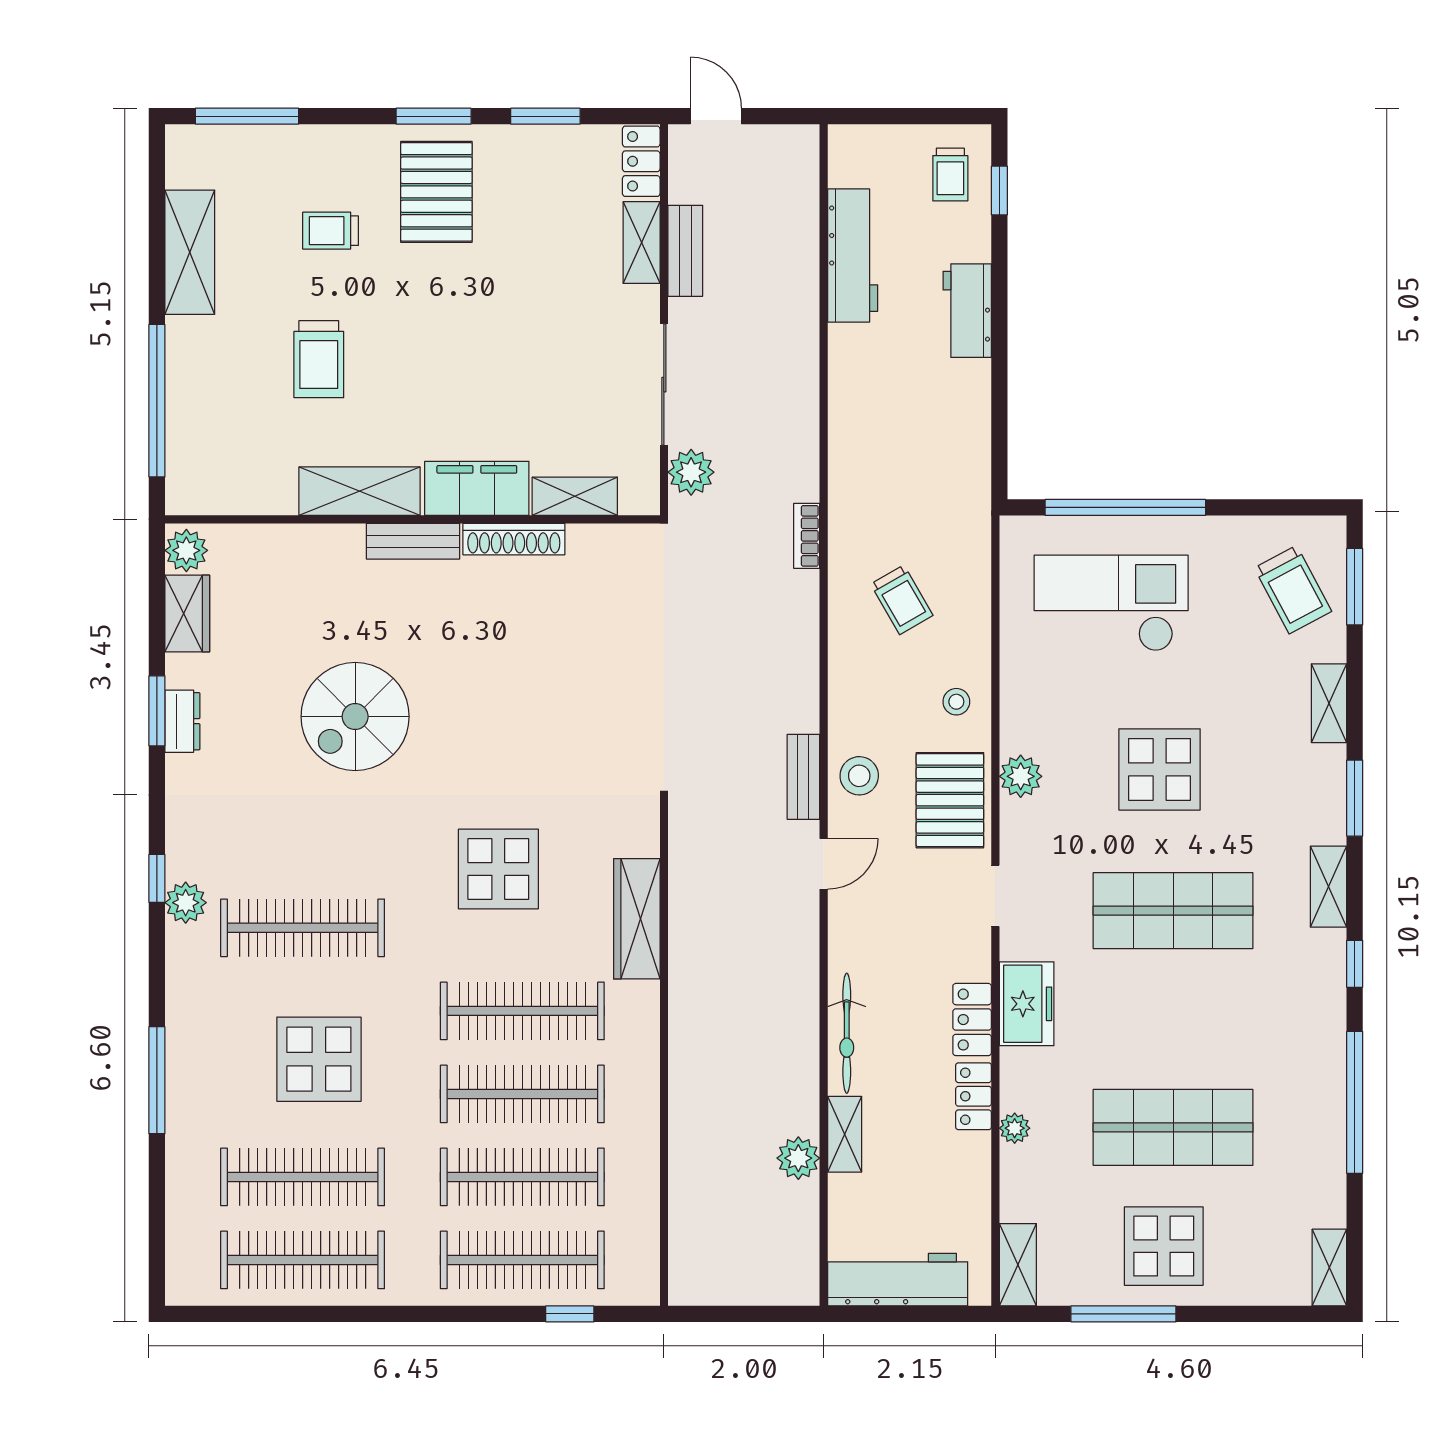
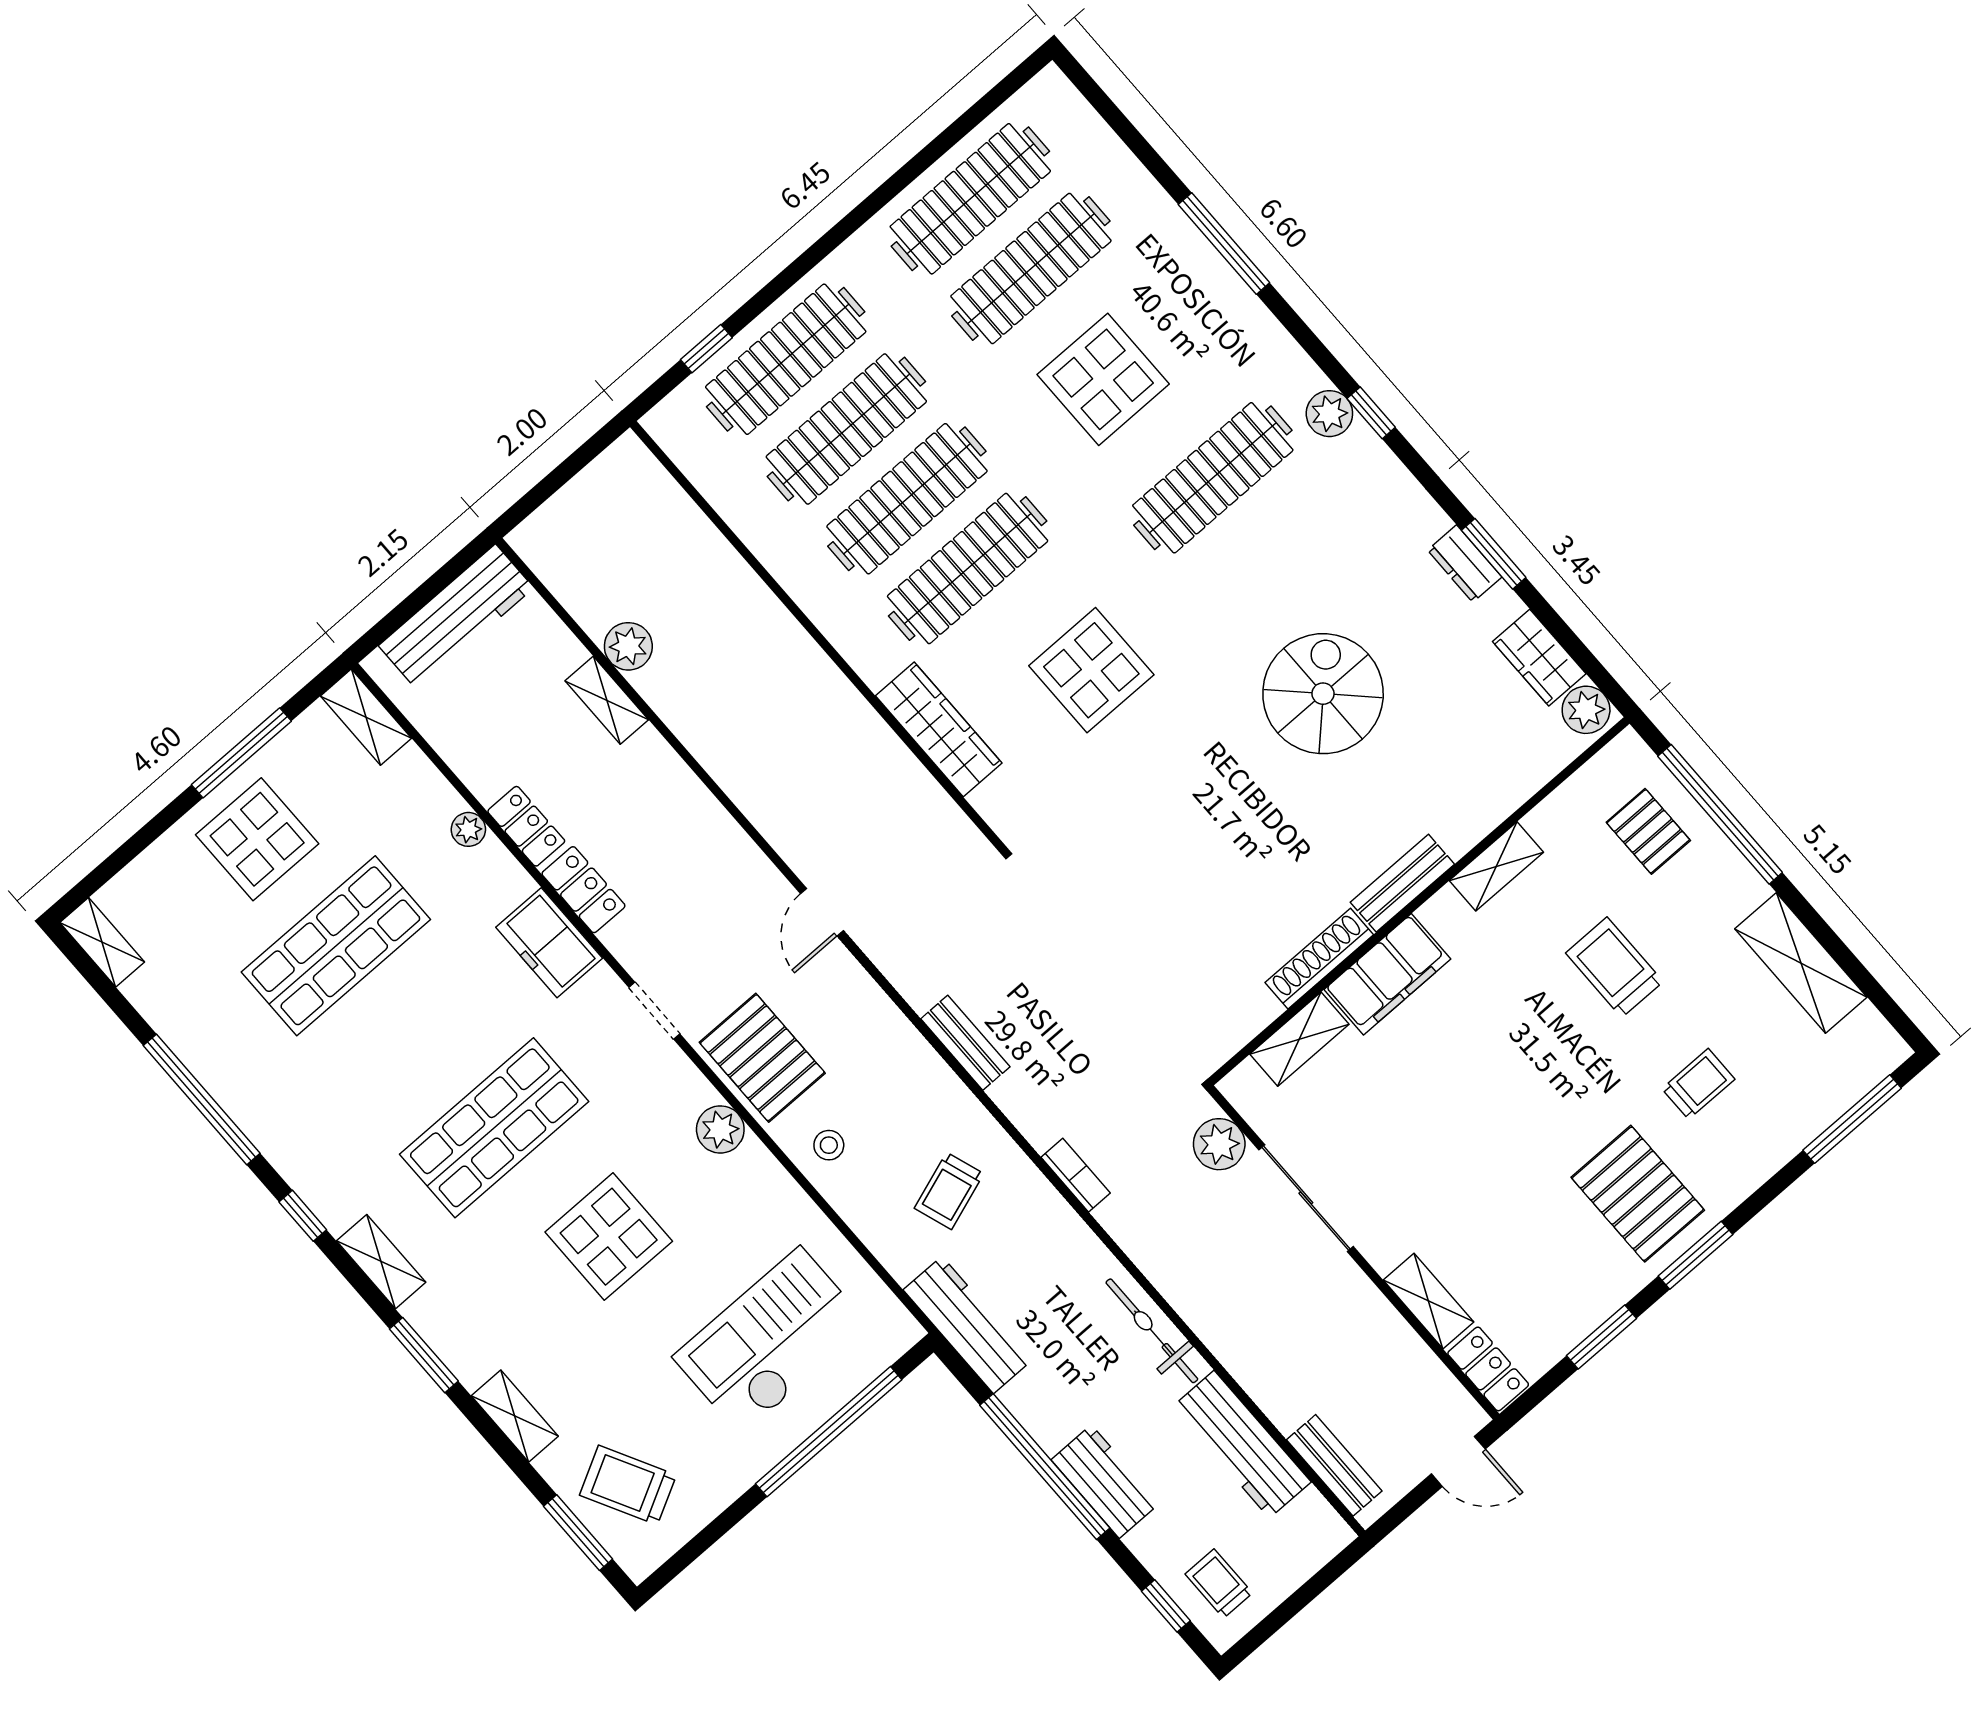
bench: (685, 251) -> (1334, 1465), moved
window: (999, 356) -> (1045, 1467), added
pallet: (216, 431) -> (1648, 831), added
shelving: (360, 491) -> (1496, 866), width x0.67, depth x0.75
workbench: (968, 498) -> (968, 1325), added
trolley: (902, 600) -> (949, 1191), turned -79
checkout: (1111, 603) -> (771, 1341), turned 180
stool: (859, 776) -> (856, 1012), removed
bench: (803, 777) -> (965, 1043), moved
bicycle: (847, 1033) -> (1152, 1331), moved

